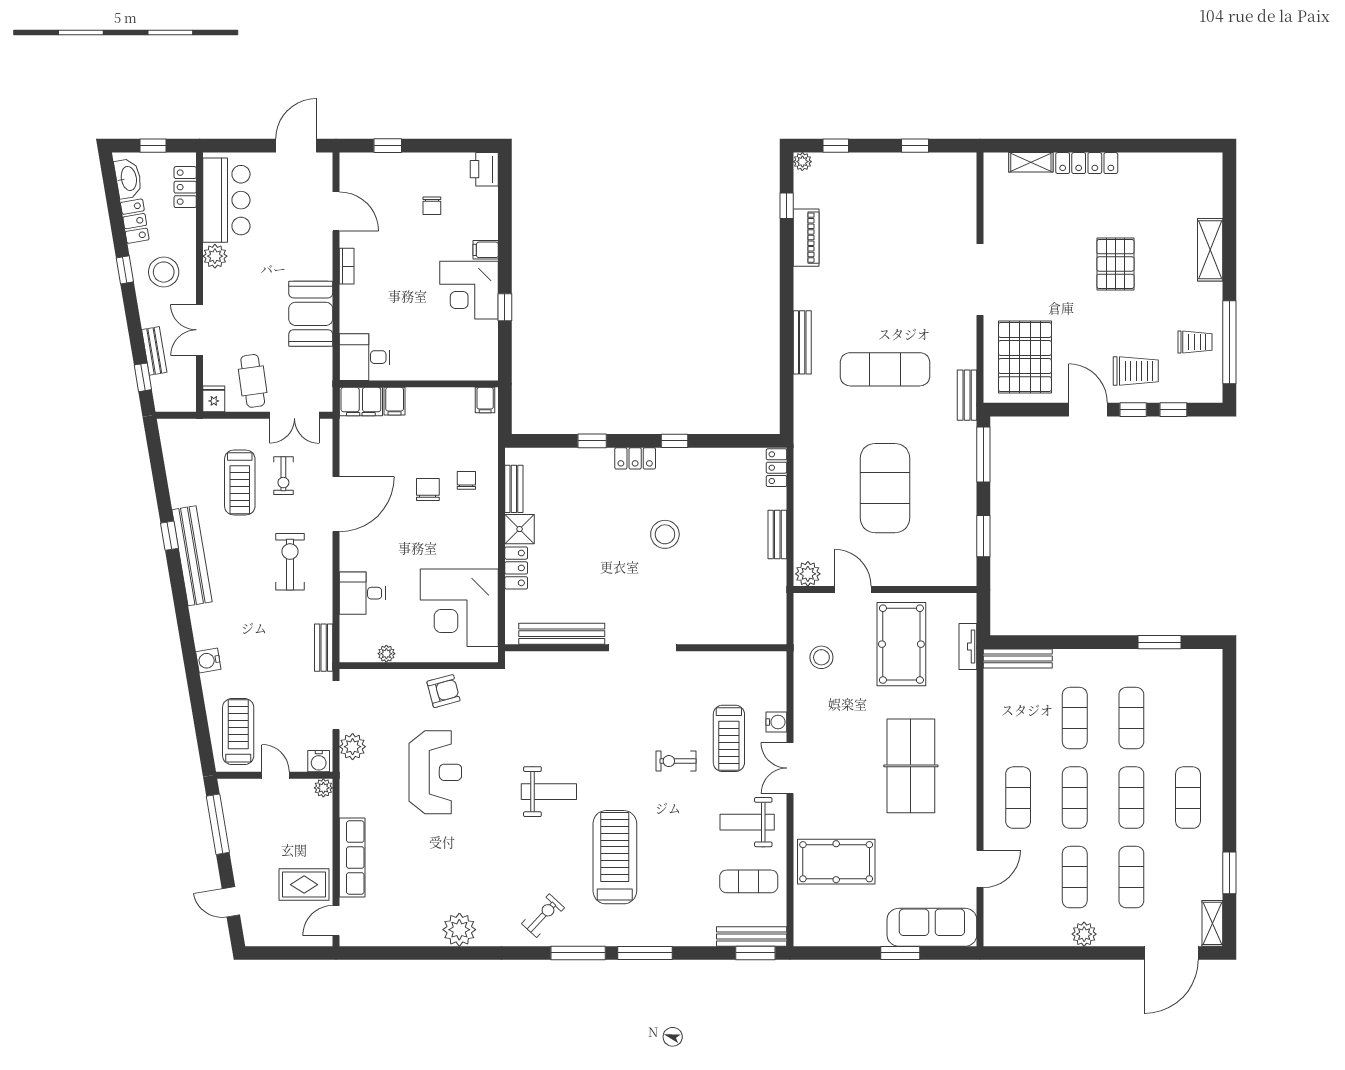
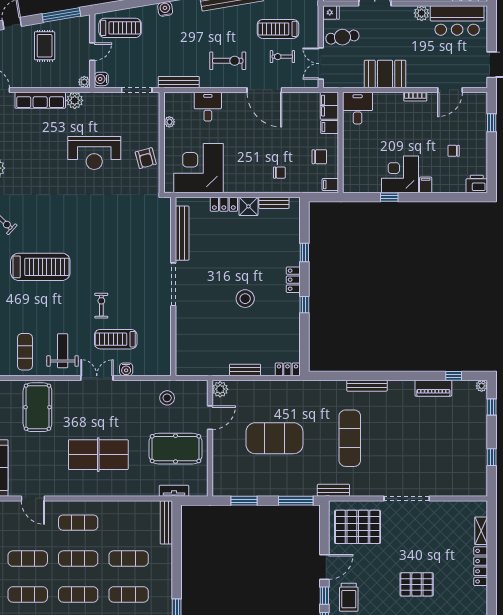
chair: (428, 490) -> (319, 157), moved
bench: (324, 648) -> (179, 82), width x1.36
plant: (353, 747) -> (75, 100), moved
weight bench: (549, 792) -> (82, 225), removed
rug: (304, 885) -> (45, 46), moved

